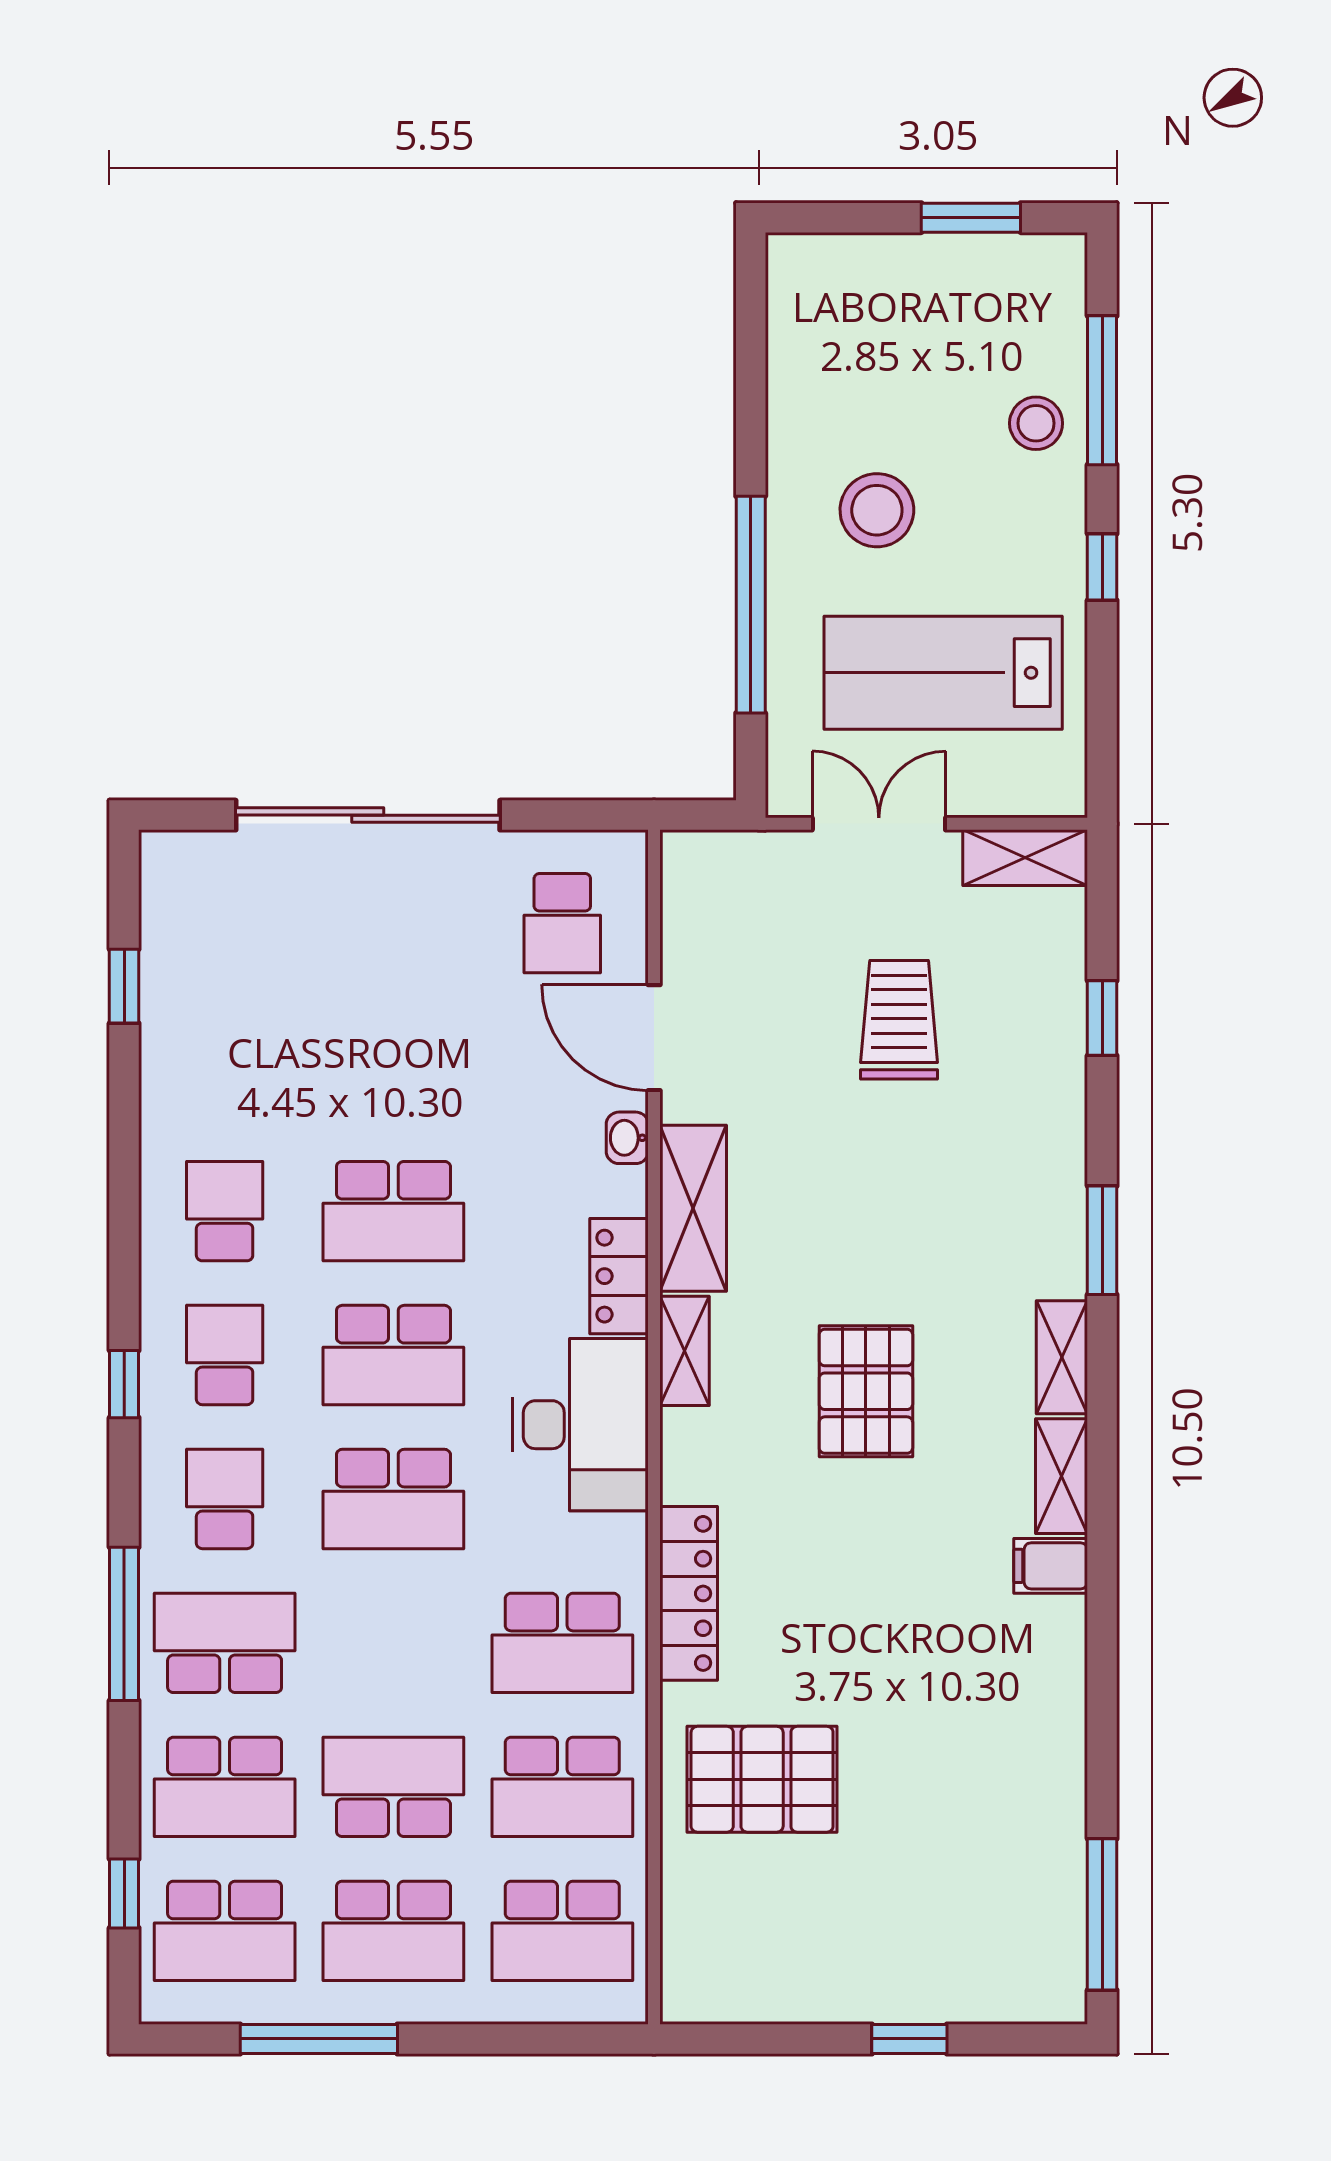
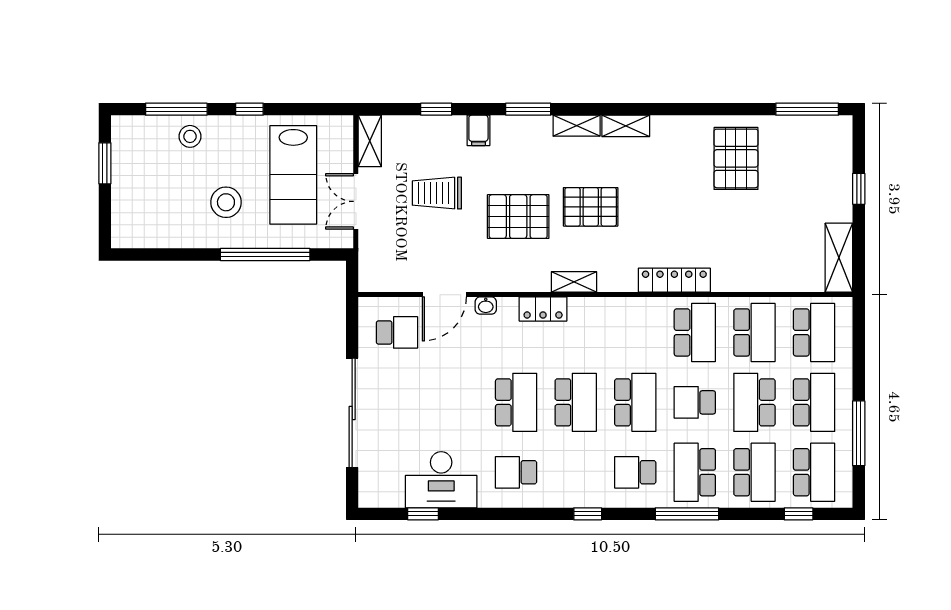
shelving: (693, 1208) -> (839, 258), moved, turned 90
pallet: (842, 1216) -> (518, 217), added
school desk: (225, 1355) -> (695, 402), moved
desk: (580, 1425) -> (441, 480), moved, turned 180
filing cabinet: (1051, 1566) -> (478, 130), moved
pallet: (762, 1779) -> (736, 158), moved

